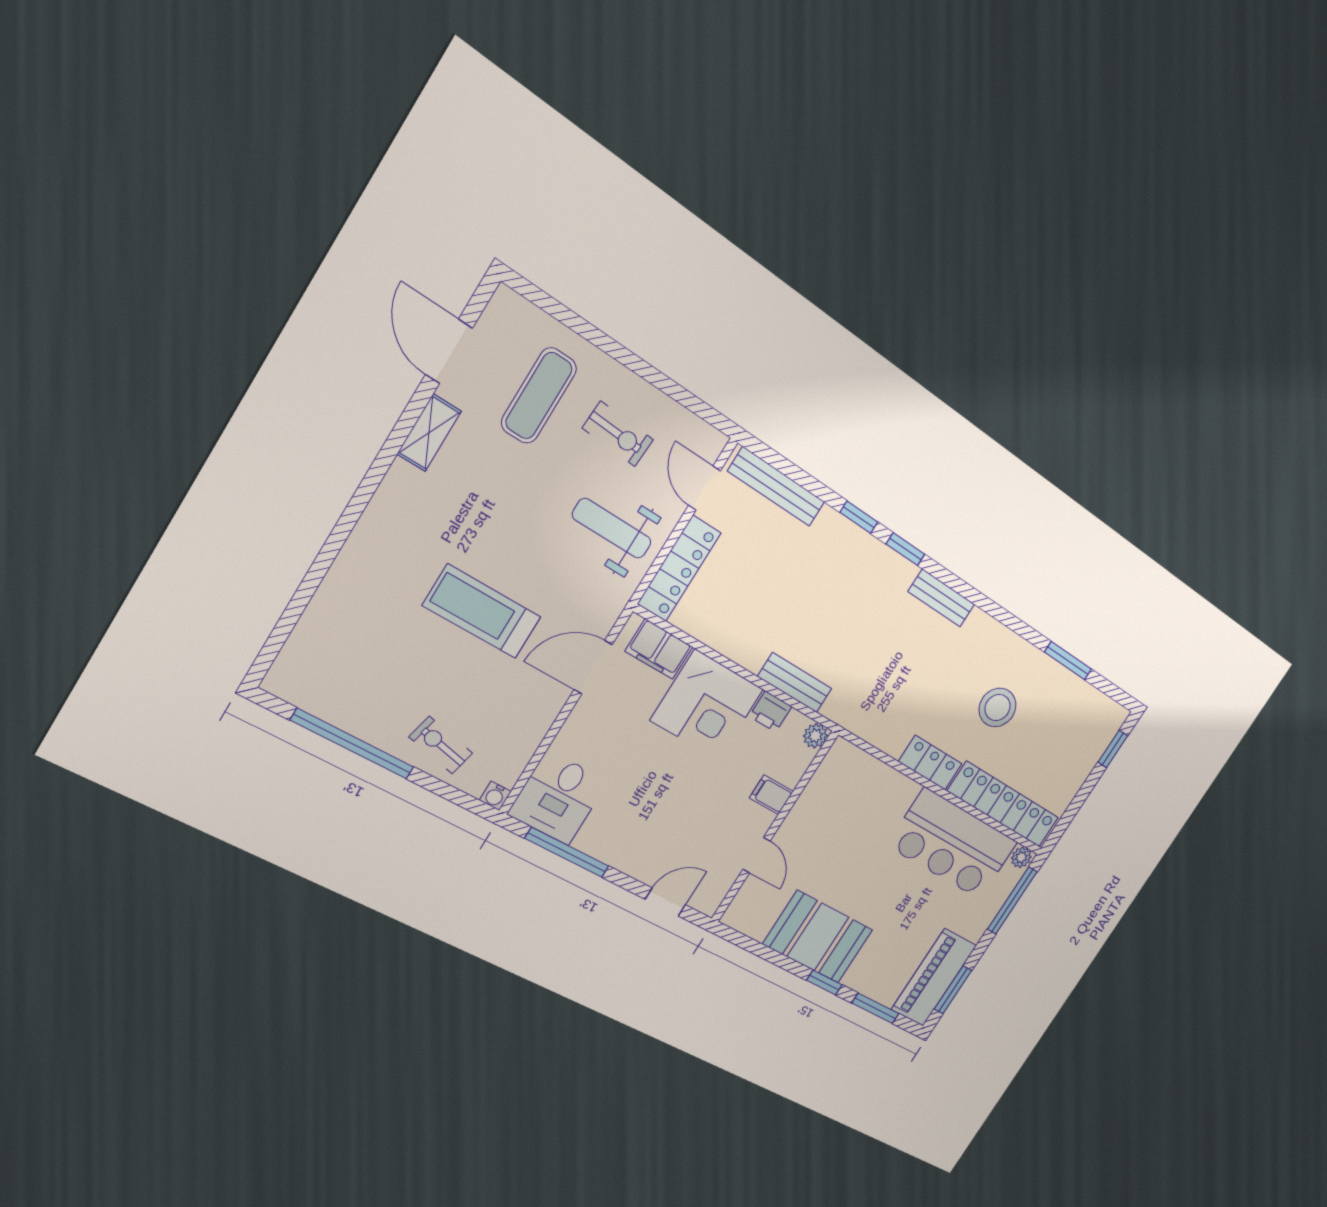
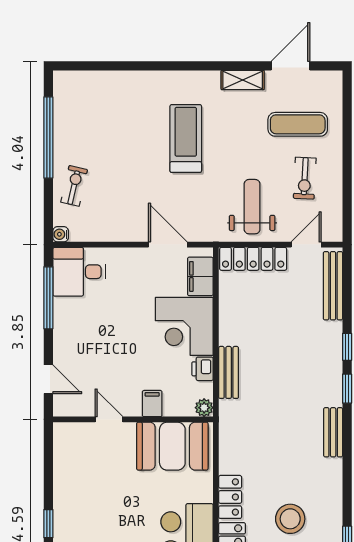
treadmill: (482, 611) -> (186, 139), moved
door: (757, 855) -> (109, 419), swing flipped
booth: (818, 937) -> (172, 446), moved, turned 90

